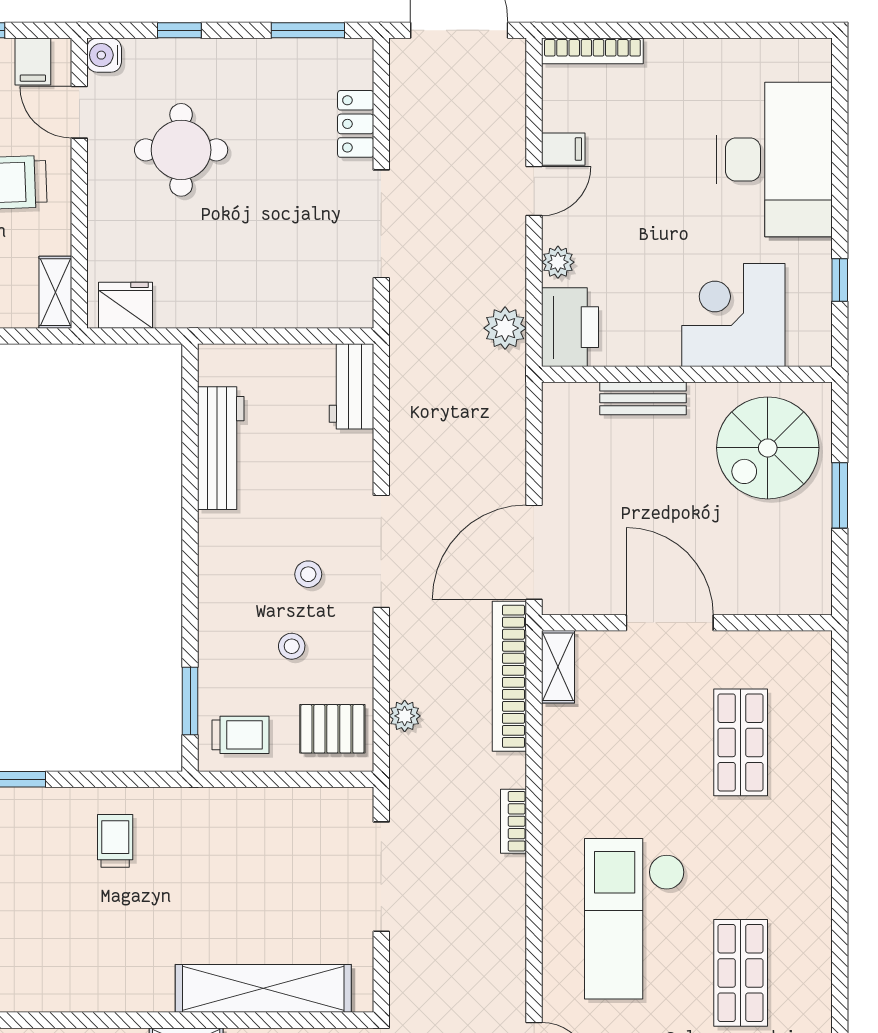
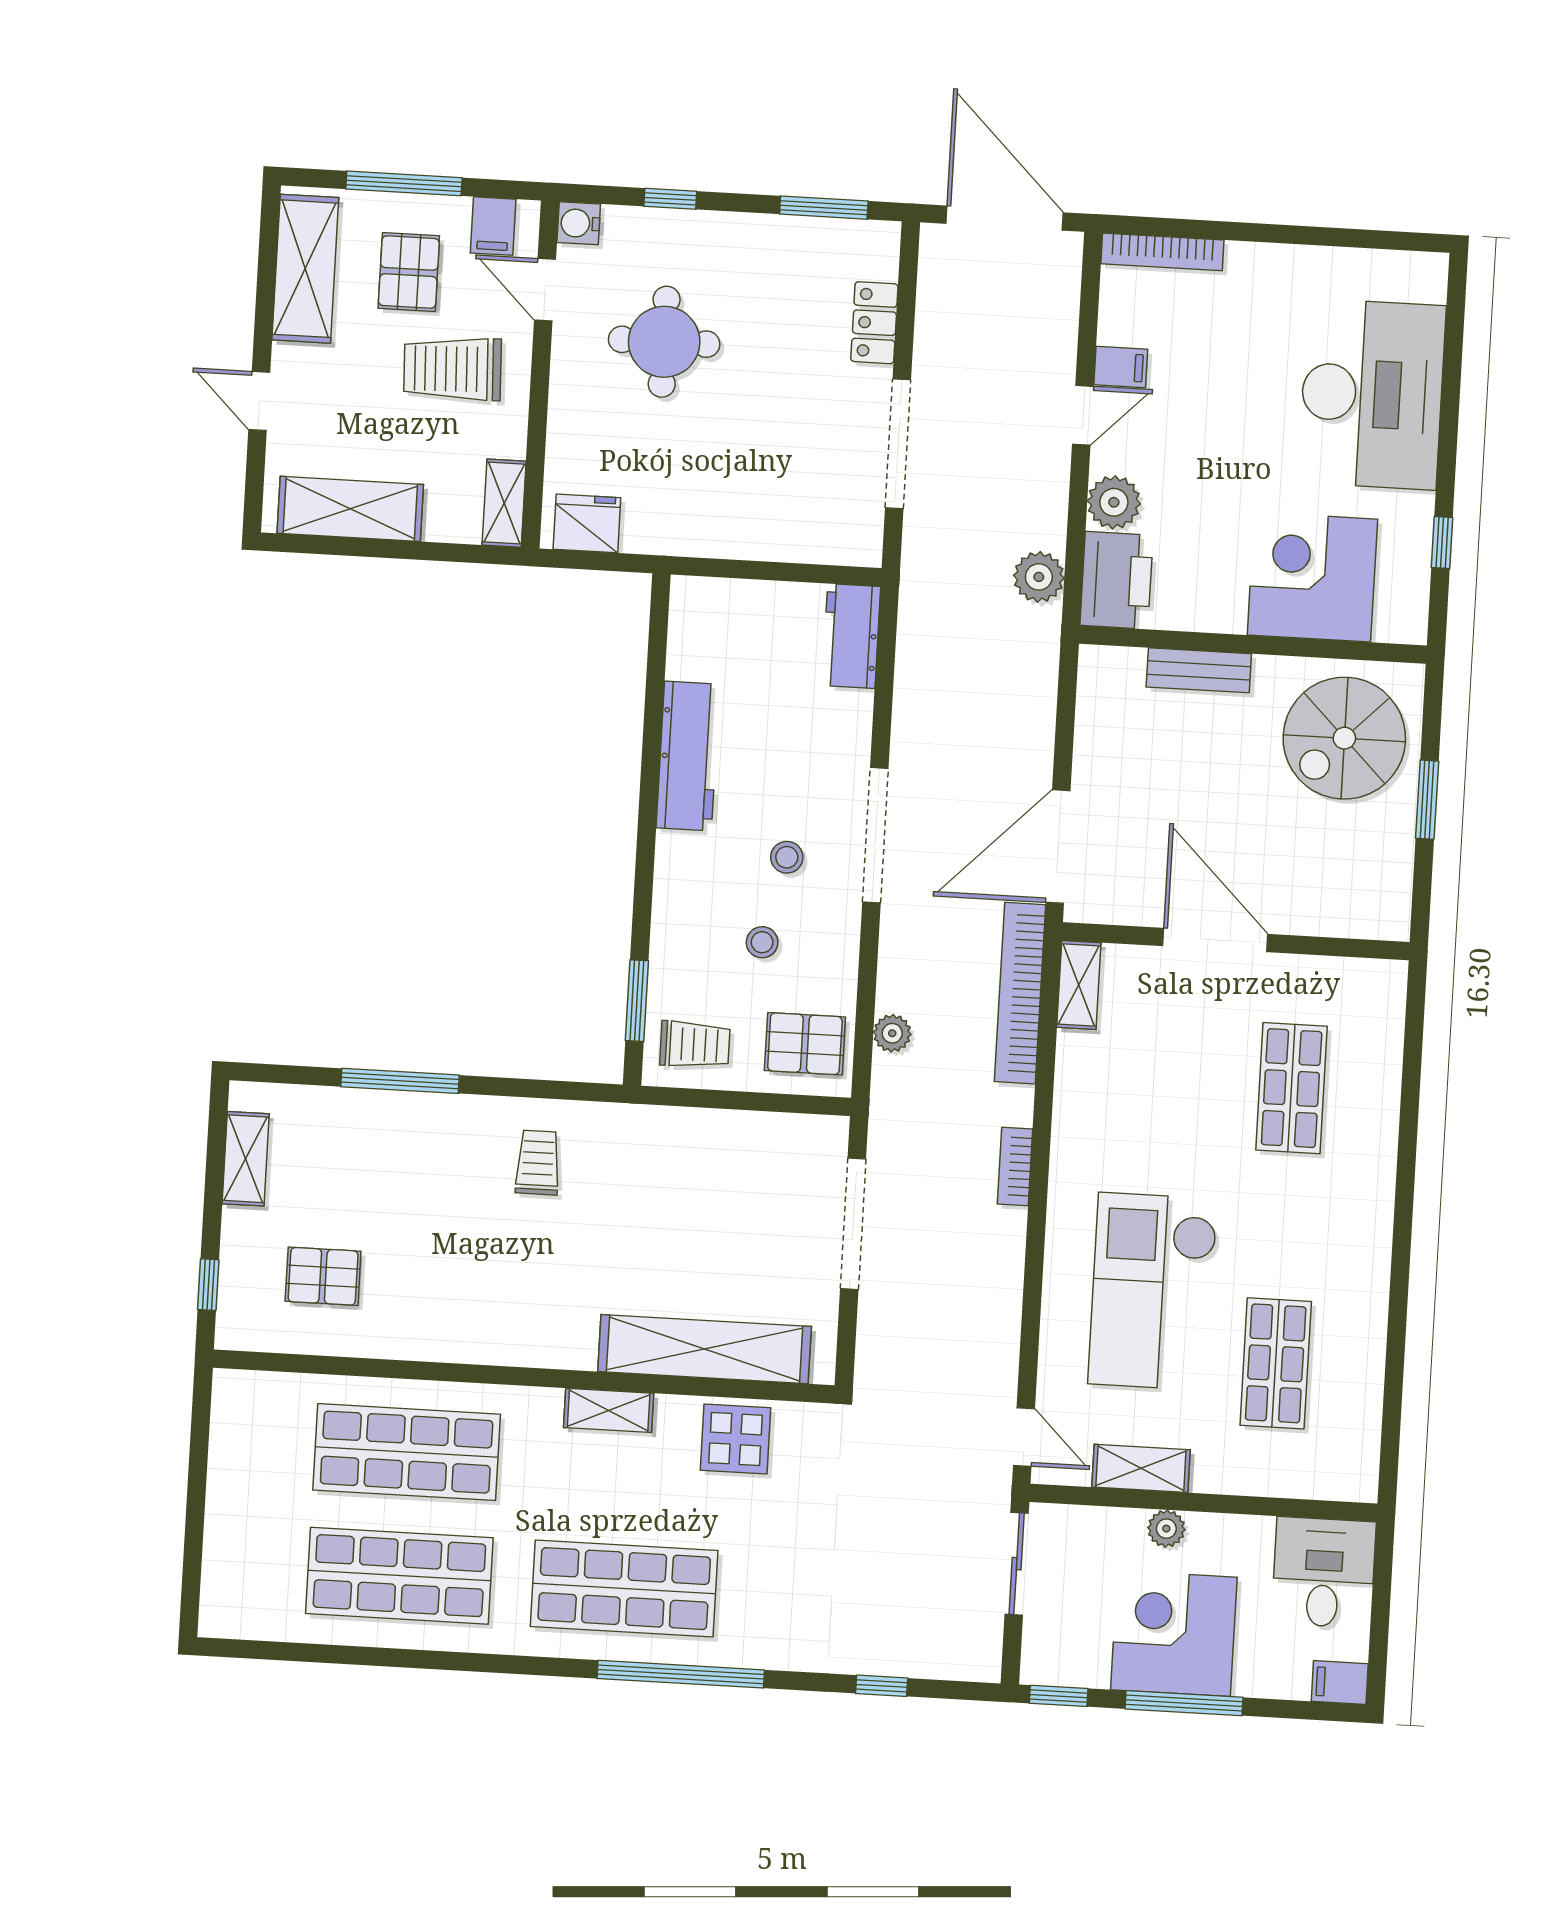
plant: (558, 262) -> (1114, 502), width x1.38, depth x1.38
workbench: (221, 448) -> (688, 756), moved

